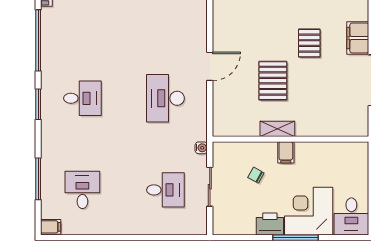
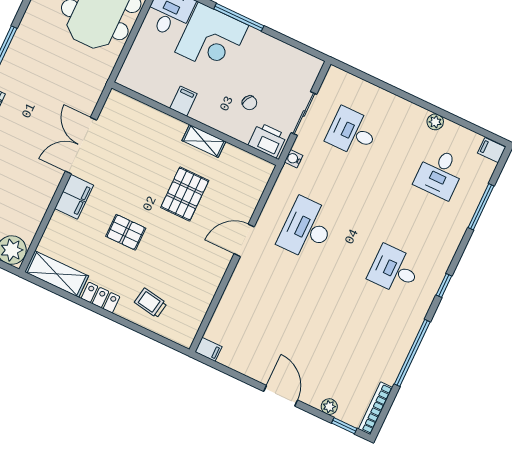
pallet: (309, 43) -> (126, 232), moved, turned 90
desk: (165, 98) -> (307, 229), turned 180
window: (38, 104) -> (444, 286), width x0.67
filing cabinet: (286, 152) -> (183, 101), moved
printer: (270, 224) -> (267, 140), moved, turned 180
plant: (105, 228) -> (435, 122), added

